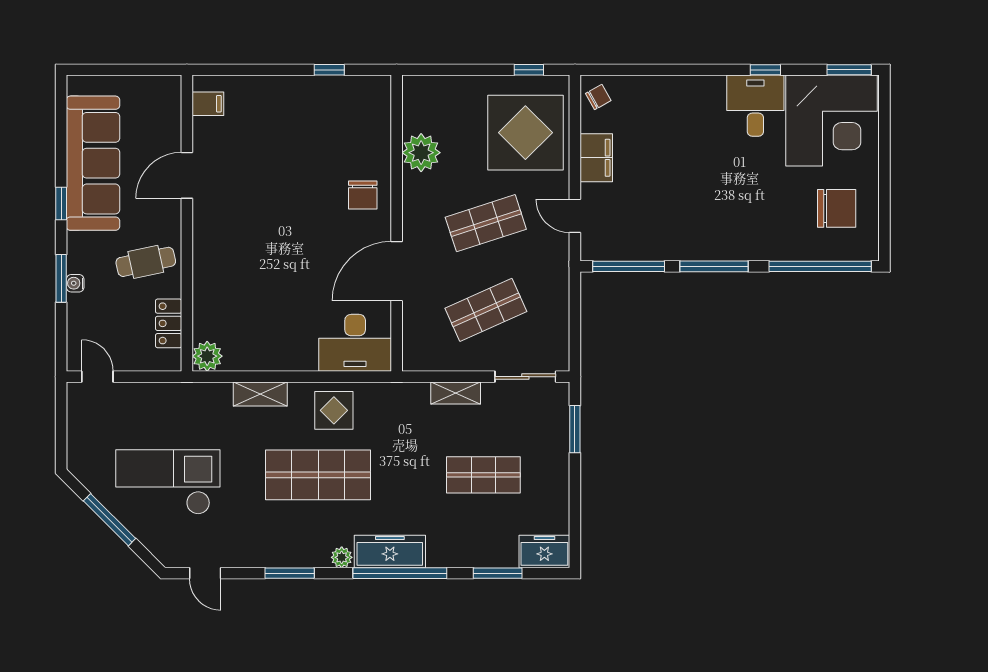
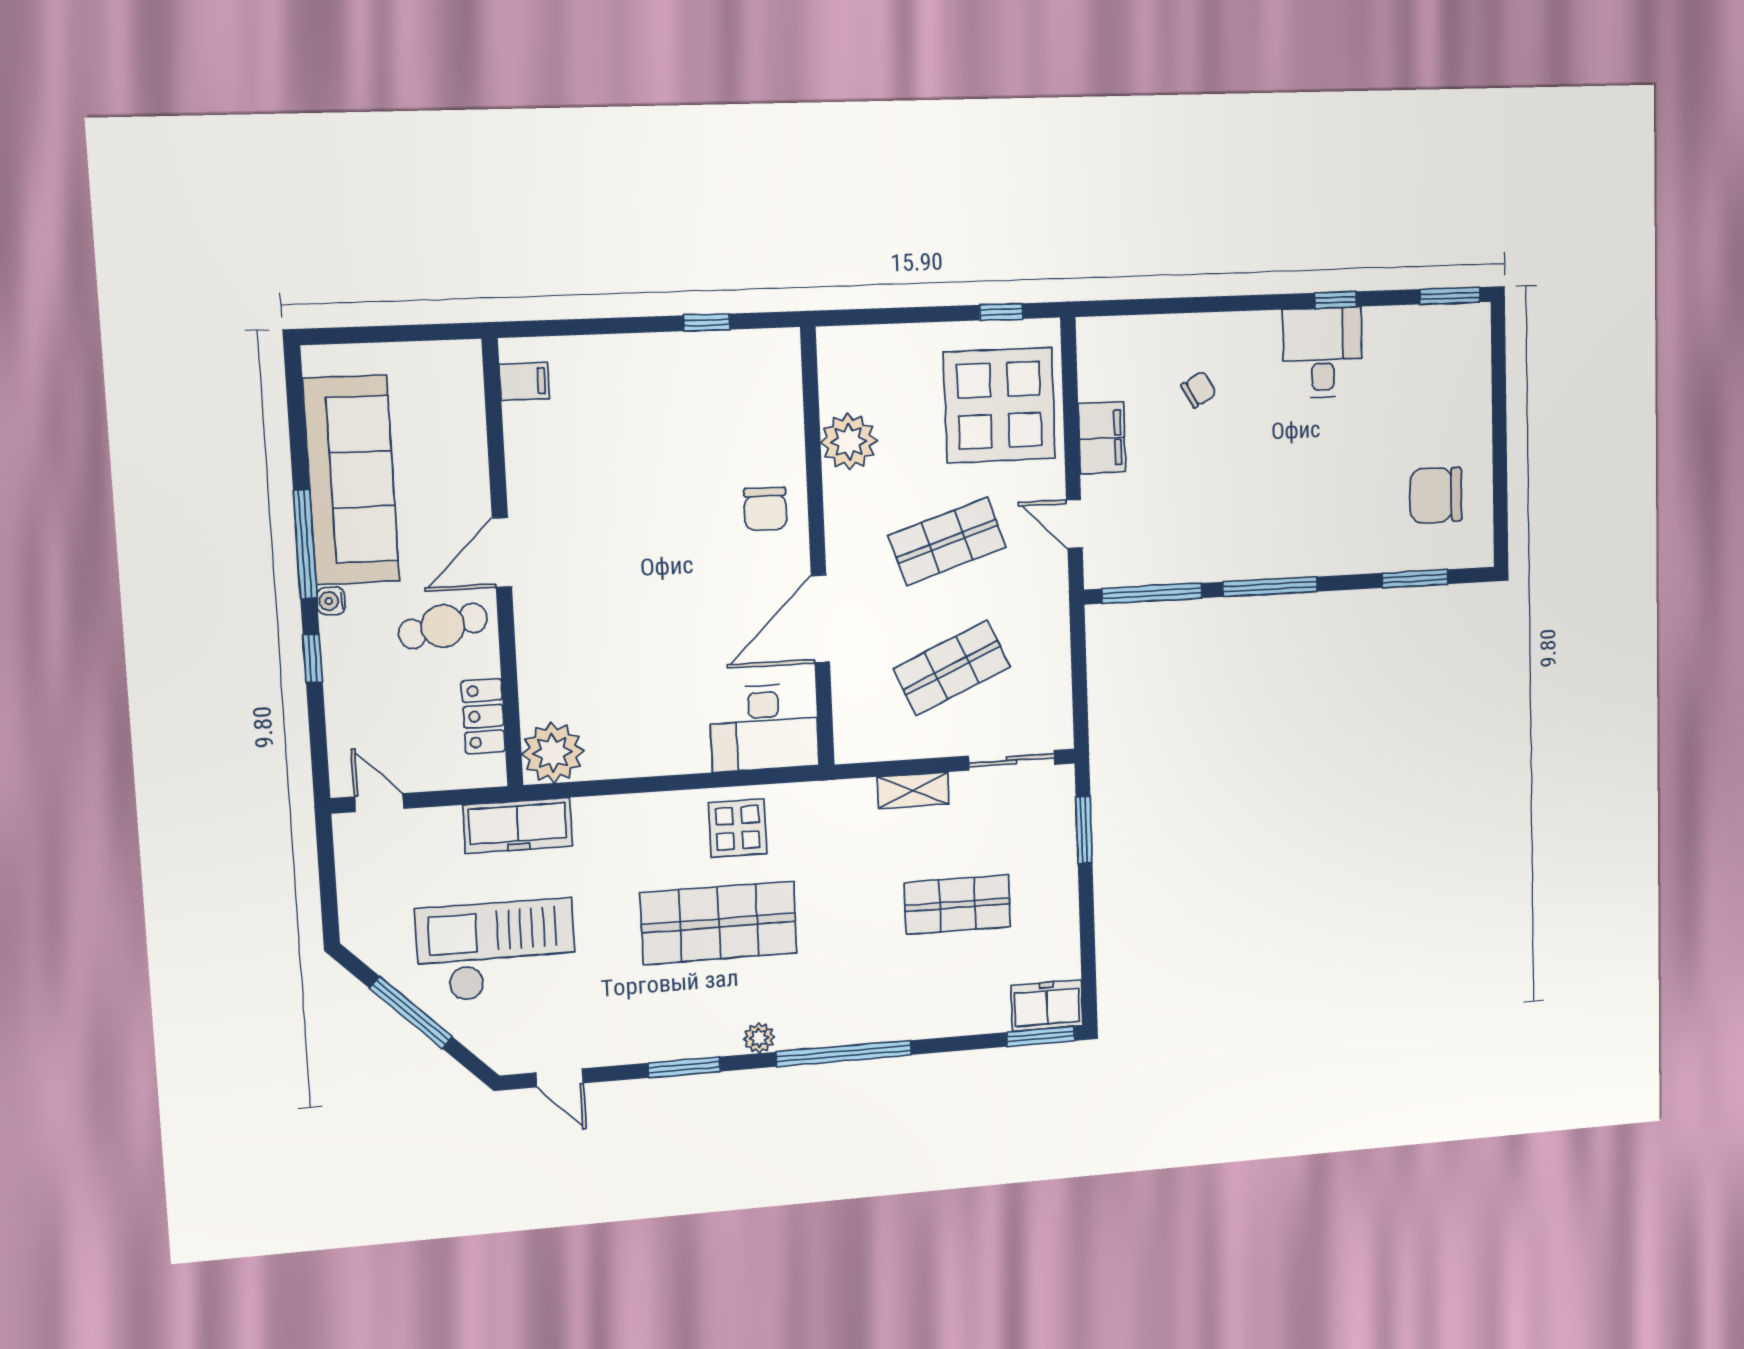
chair: (598, 97) -> (1199, 389), moved
corner desk: (831, 121) -> (1427, 370), removed
door: (187, 175) -> (502, 552), moved
window: (61, 203) -> (305, 544), width x2.17
chair: (837, 208) -> (1436, 495), turned 180
window: (820, 266) -> (1415, 579), width x0.47
window: (61, 278) -> (313, 659), width x0.67
water cooler: (75, 283) -> (331, 601), moved
plant: (207, 356) -> (553, 753), width x1.36, depth x1.36
shelving: (260, 394) -> (627, 811), removed
freezer: (390, 552) -> (518, 825), moved, turned 180
window: (498, 573) -> (1041, 1036), moved

